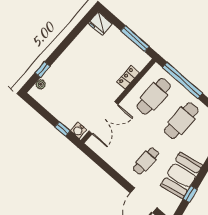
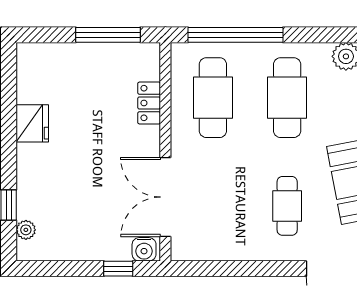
fridge: (100, 23) -> (32, 123), moved, turned -90
double door: (103, 118) -> (165, 197), swing flipped

